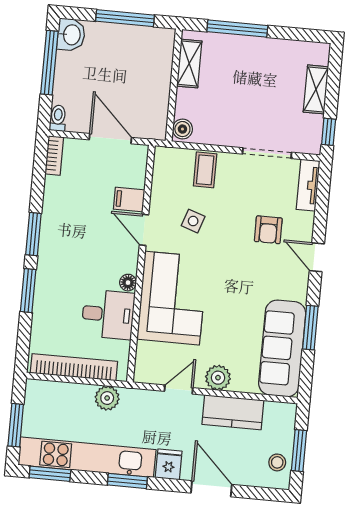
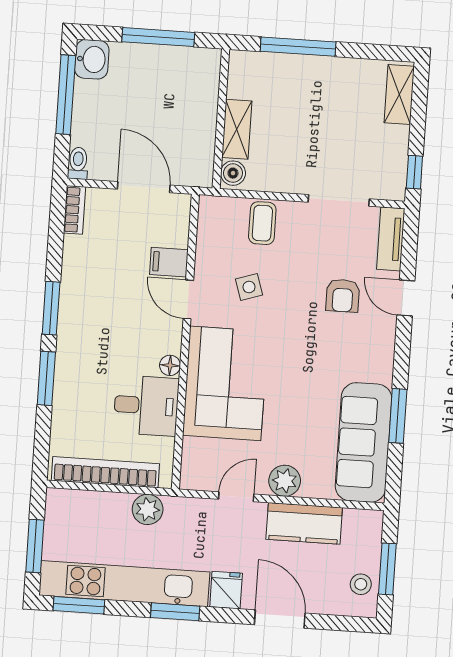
shelving: (189, 64) -> (237, 129), moved
shelving: (316, 89) -> (399, 95), moved
side table: (193, 221) -> (249, 287), turned -37
door: (317, 257) -> (406, 298), moved

